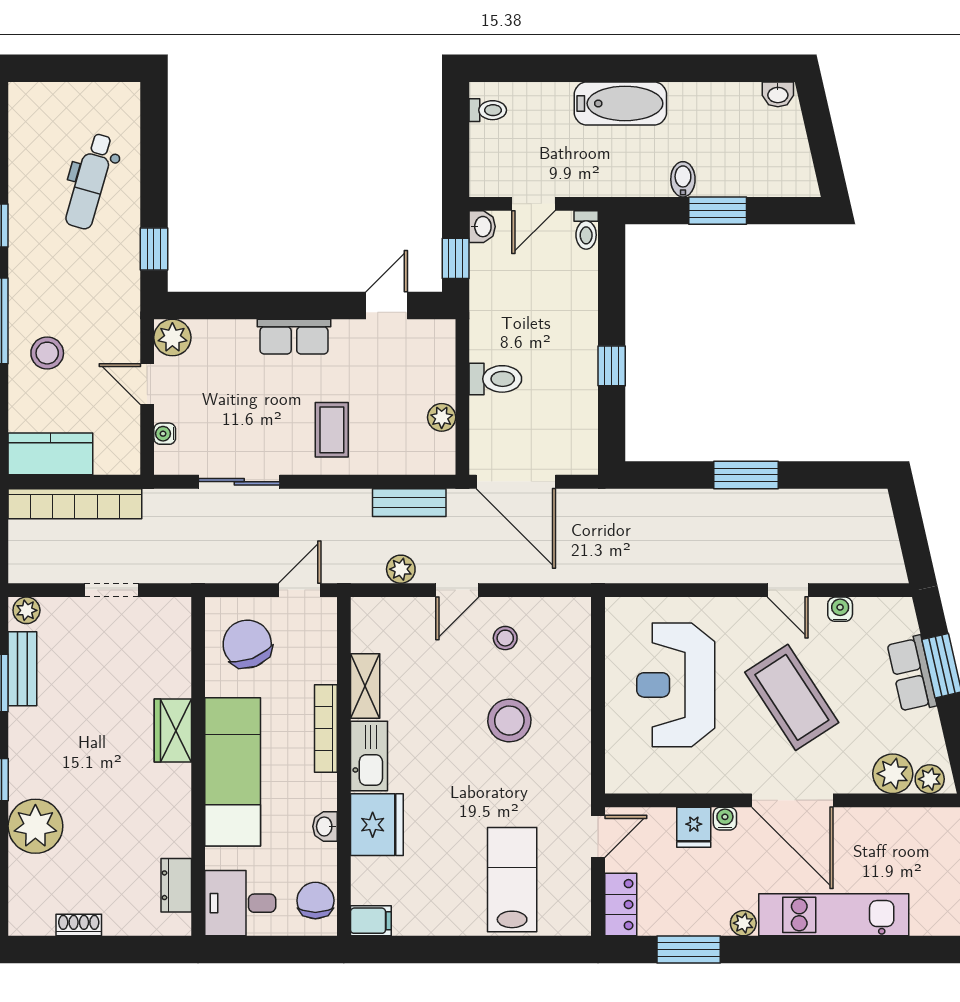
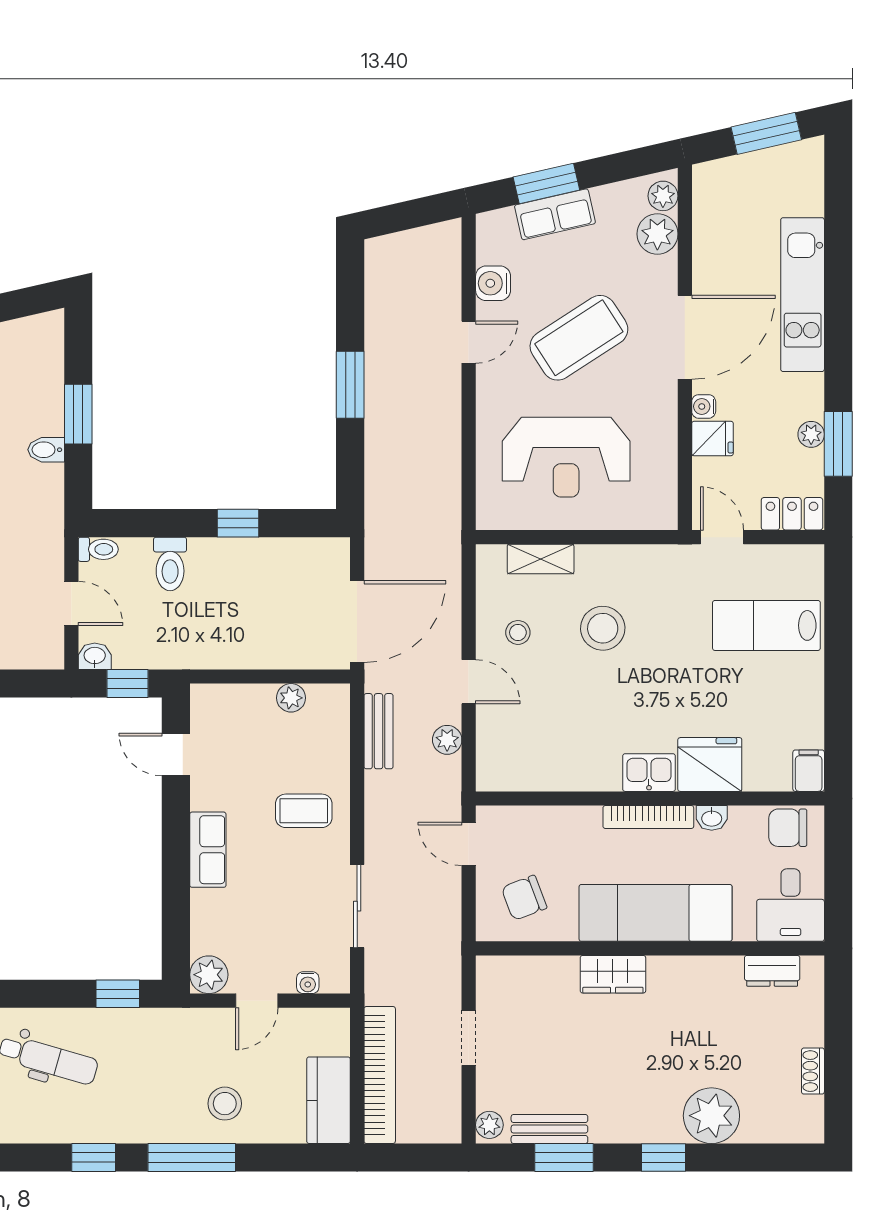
toilet: (495, 379) -> (170, 564), moved, turned 180
water cooler: (840, 609) -> (493, 283), width x1.38, depth x1.38
chair: (247, 644) -> (524, 898), width x0.73, depth x0.73
shelving: (365, 686) -> (541, 559), moved
bookcase: (326, 729) -> (648, 817), moved
kitchen sink: (369, 756) -> (649, 773), width x0.73
plant: (743, 923) -> (811, 434), moved

